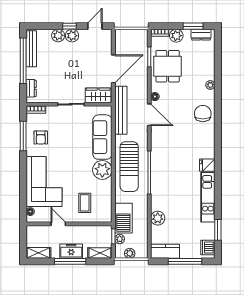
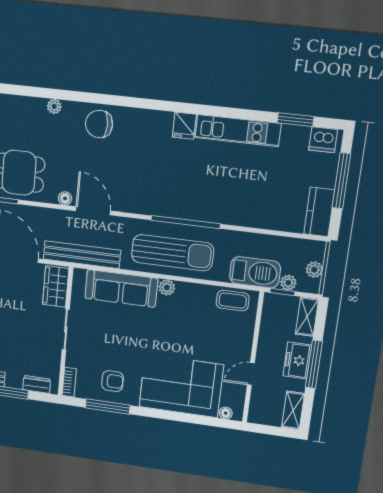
door: (149, 115) -> (93, 211), hinge flipped
plant: (102, 170) -> (167, 287), width x0.53, depth x0.53
coffee table: (85, 203) -> (233, 301), moved
plant: (158, 218) -> (262, 217), removed

